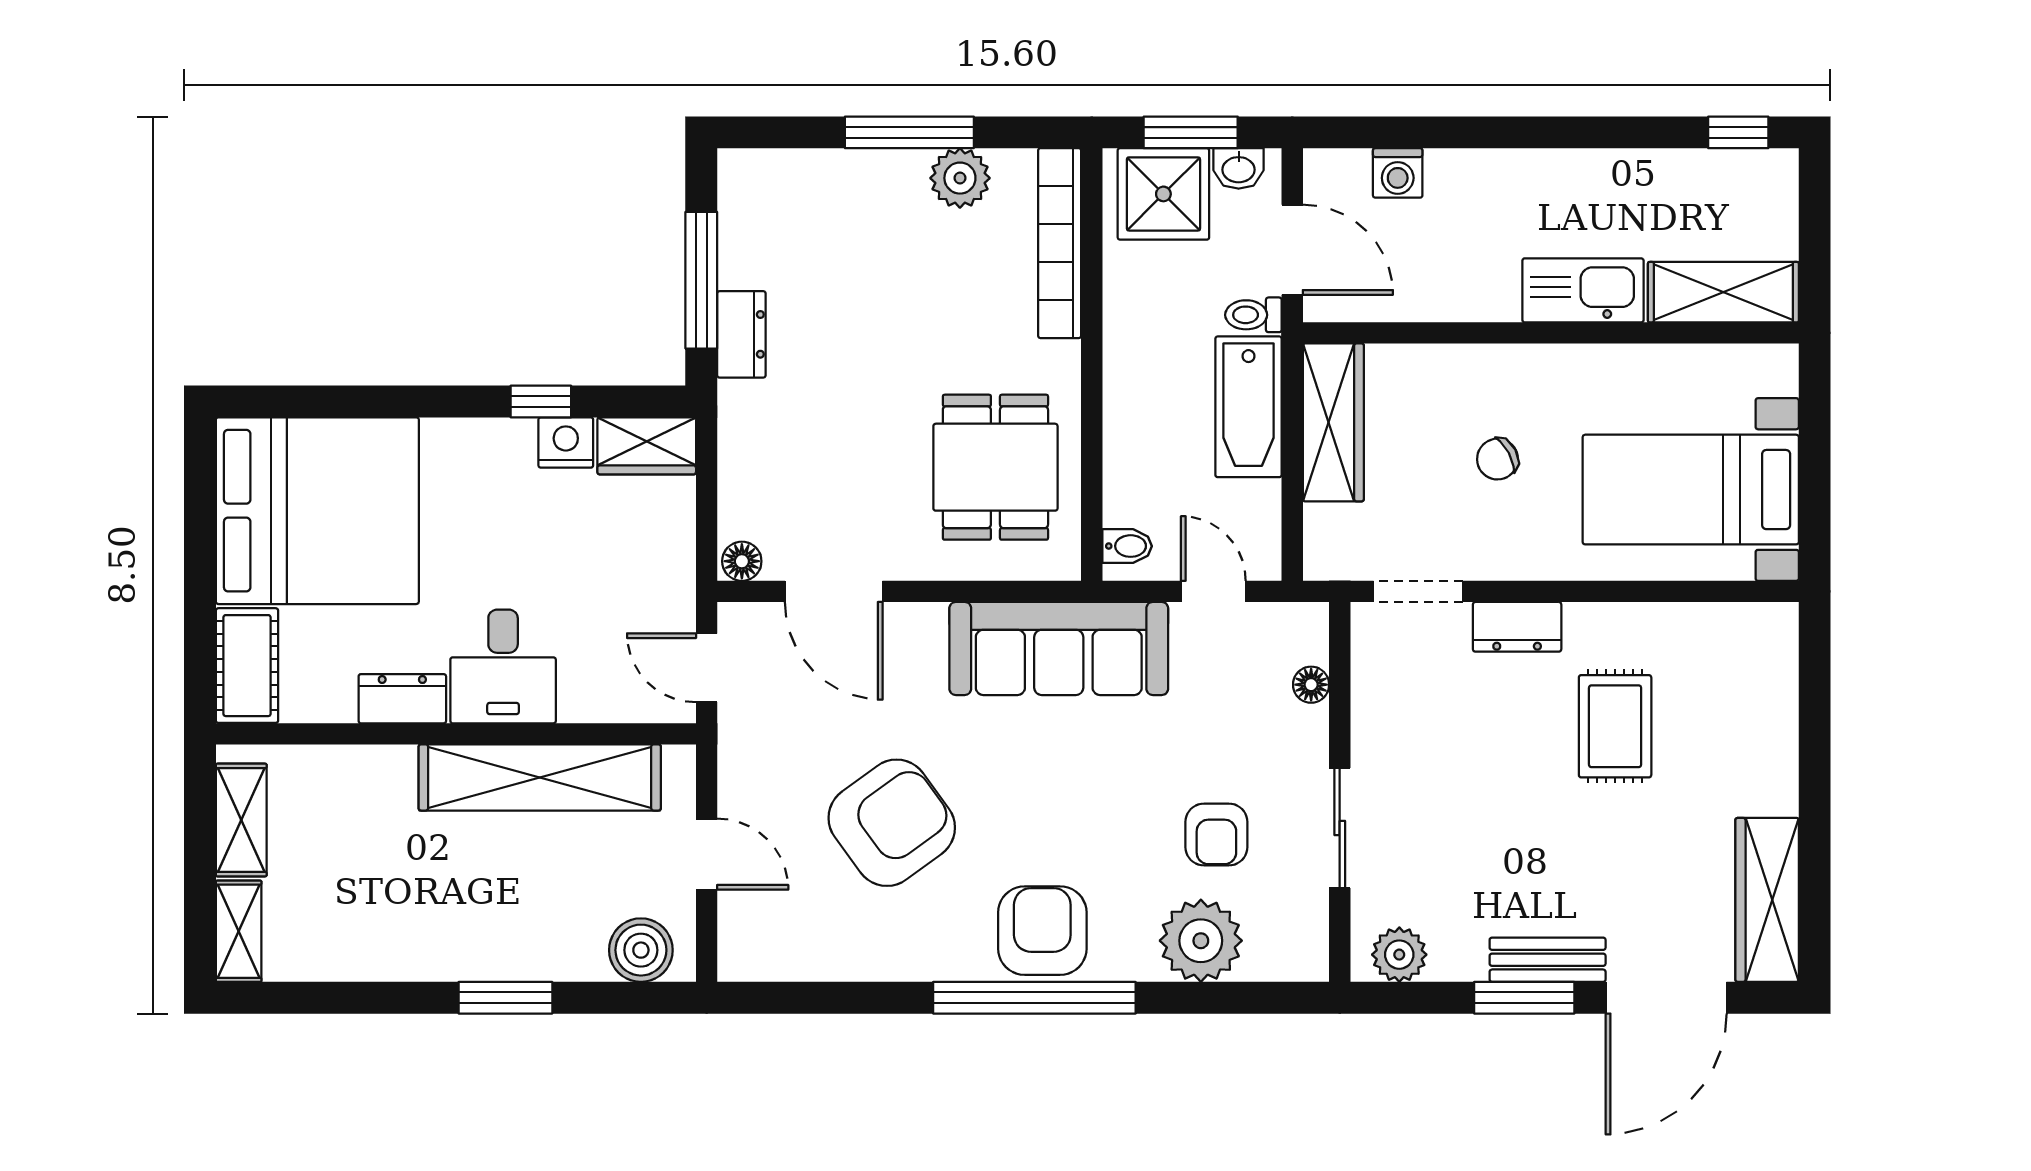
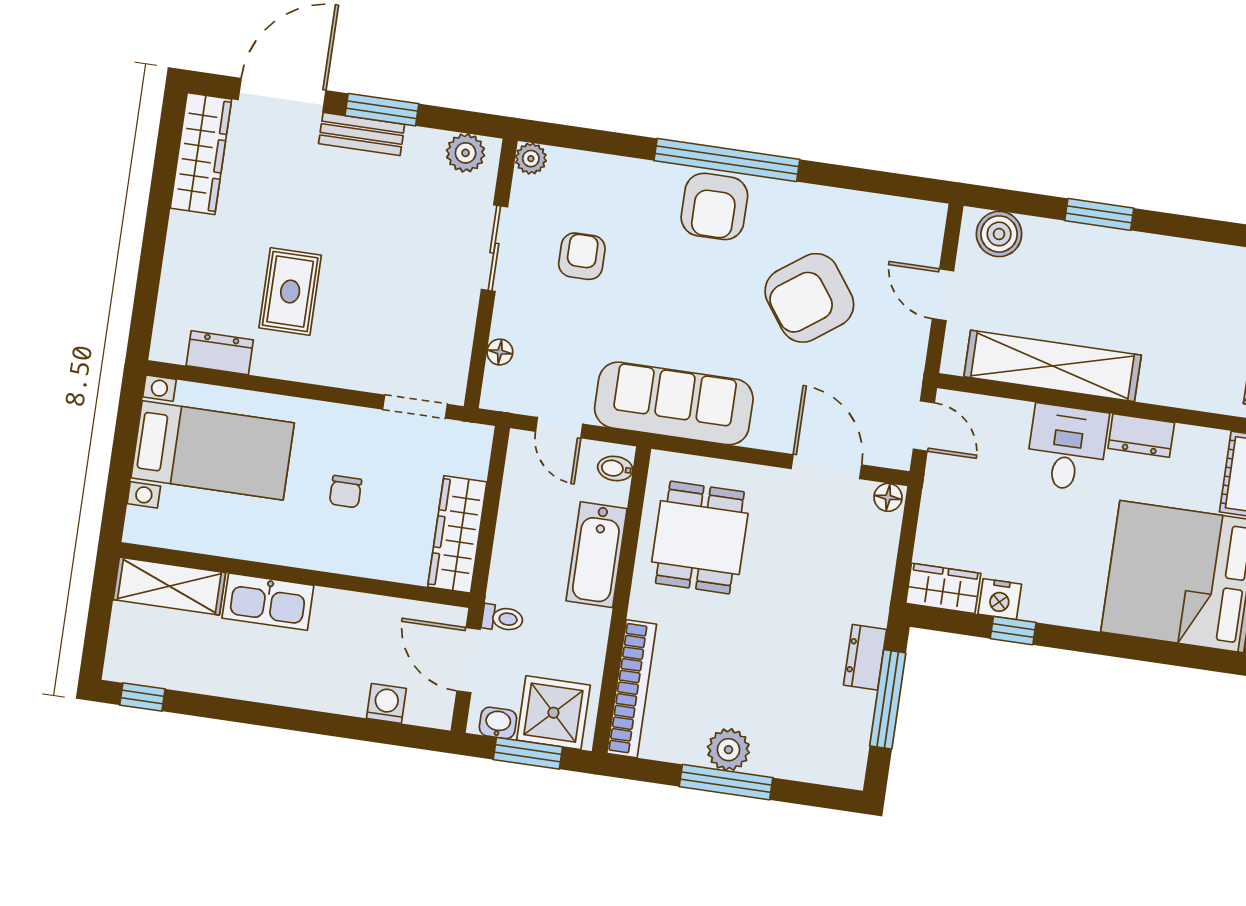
plant: (960, 178) -> (728, 750), moved
bathtub: (1249, 407) -> (597, 555), moved, turned 180
chair: (1497, 459) -> (345, 492), turned 118
dresser: (1517, 627) -> (220, 353), moved
plant: (1201, 941) -> (531, 159), moved, width x0.53, depth x0.53

